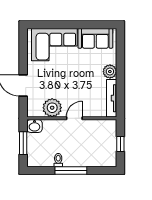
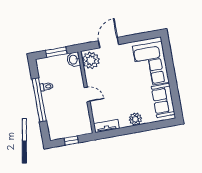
tv unit: (112, 98) -> (106, 126), width x0.71
plant: (52, 108) -> (91, 60), moved
window: (71, 171) -> (39, 100), width x1.46

